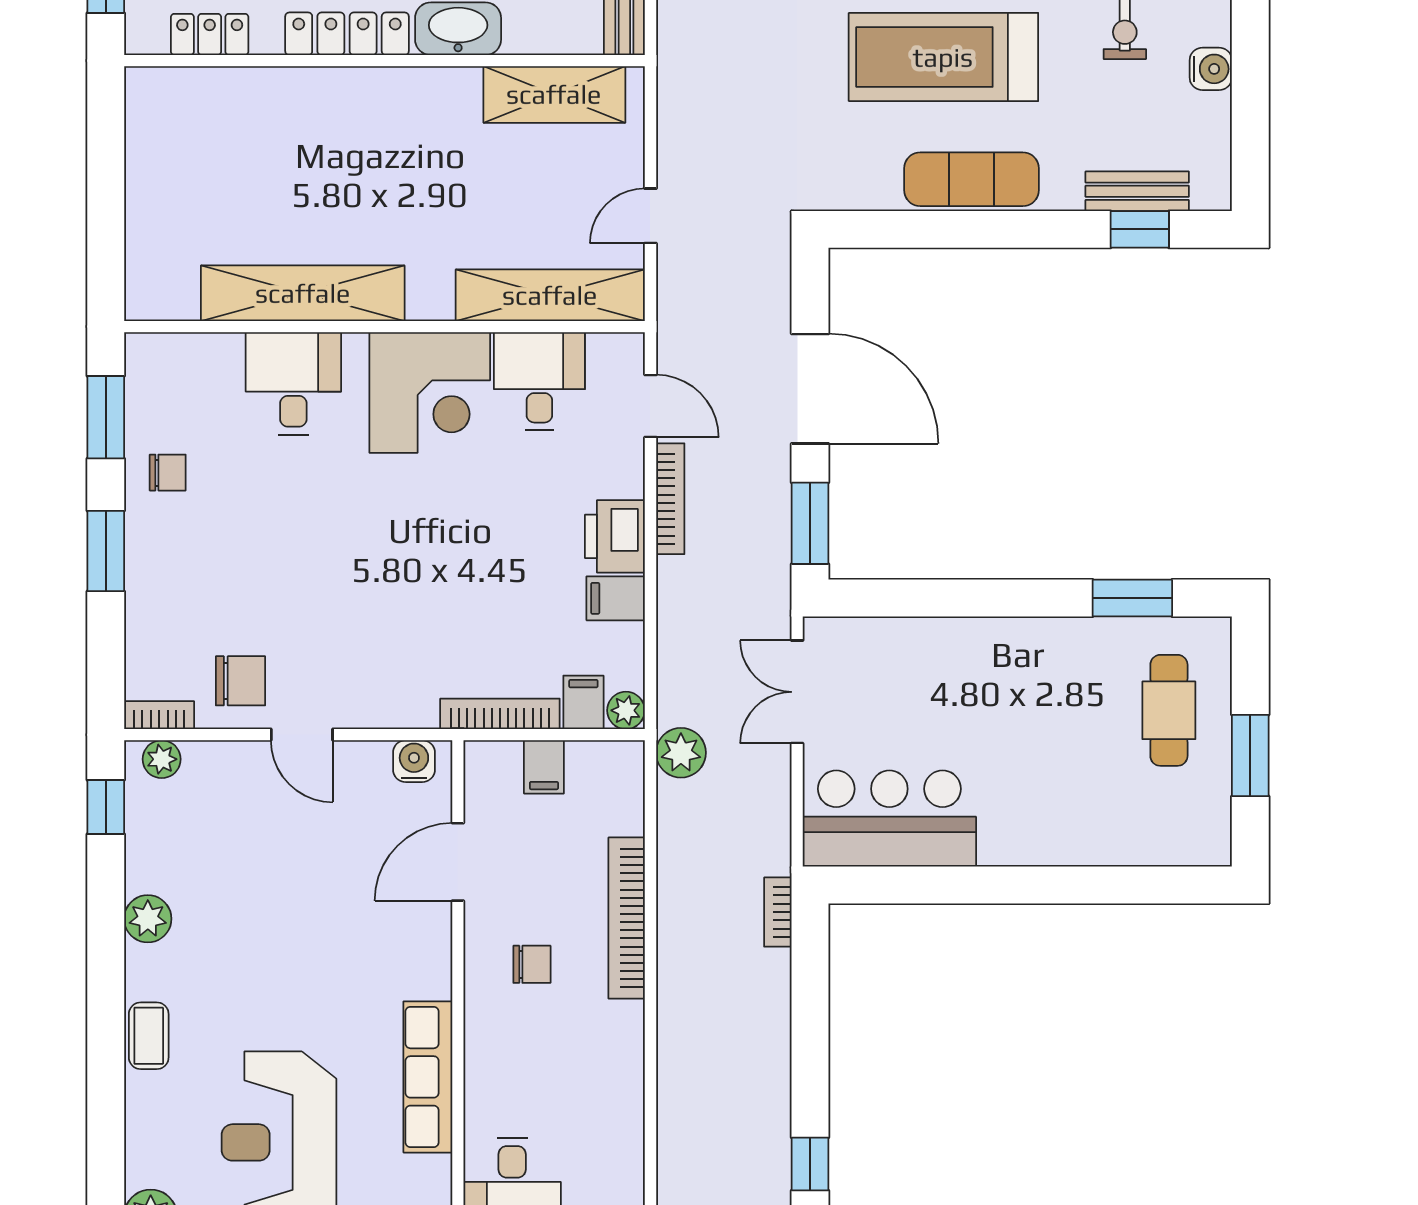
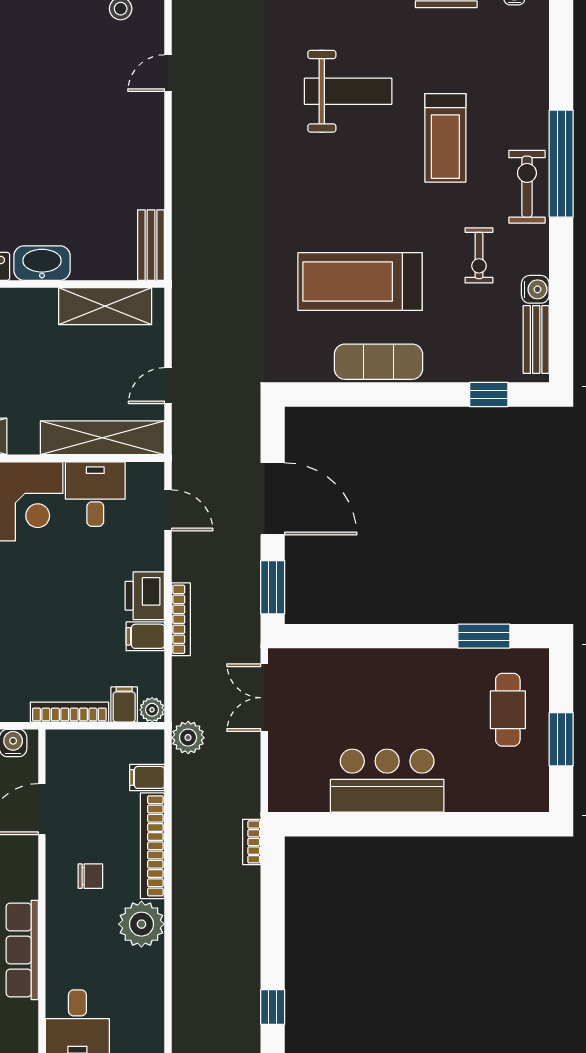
bench: (1137, 191) -> (536, 340), moved, turned 90
bookcase: (670, 499) -> (181, 619), moved
filing cabinet: (544, 767) -> (147, 777), moved, turned 90
bar counter: (889, 819) -> (387, 781), moved
plant: (610, 1037) -> (141, 924), added

